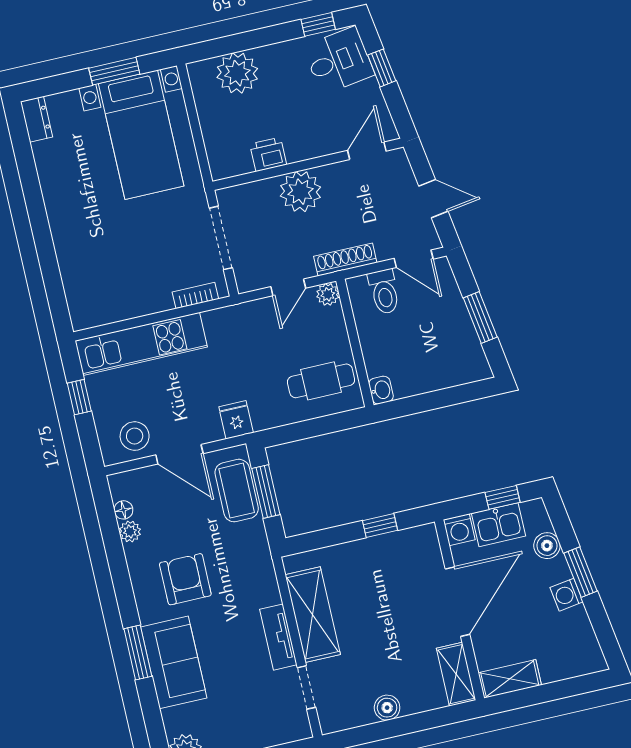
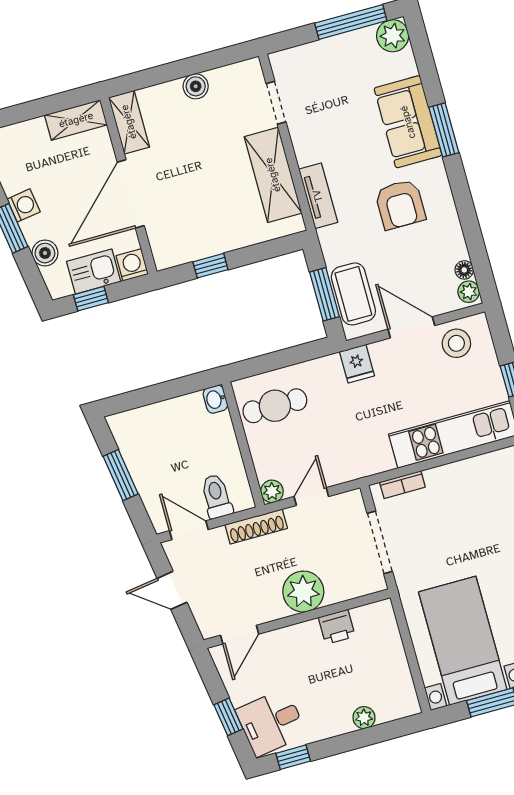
plant: (237, 73) -> (364, 718), width x0.53, depth x0.53
plant: (130, 531) -> (469, 292), moved
tv unit: (278, 637) -> (318, 196), moved

